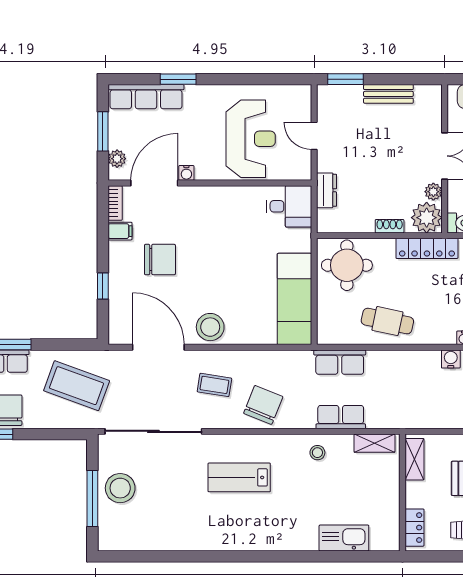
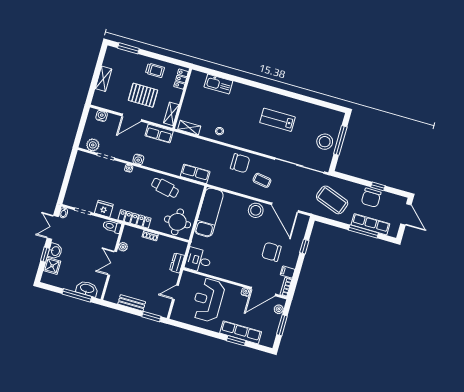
row of seats: (146, 97) -> (241, 332), moved
door: (314, 136) -> (175, 292), swing flipped
plant: (427, 218) -> (130, 235), removed
chair: (263, 405) -> (240, 163), turned -112
row of seats: (341, 417) -> (159, 133), moved
lab bench: (239, 477) -> (277, 120), moved, turned 180

